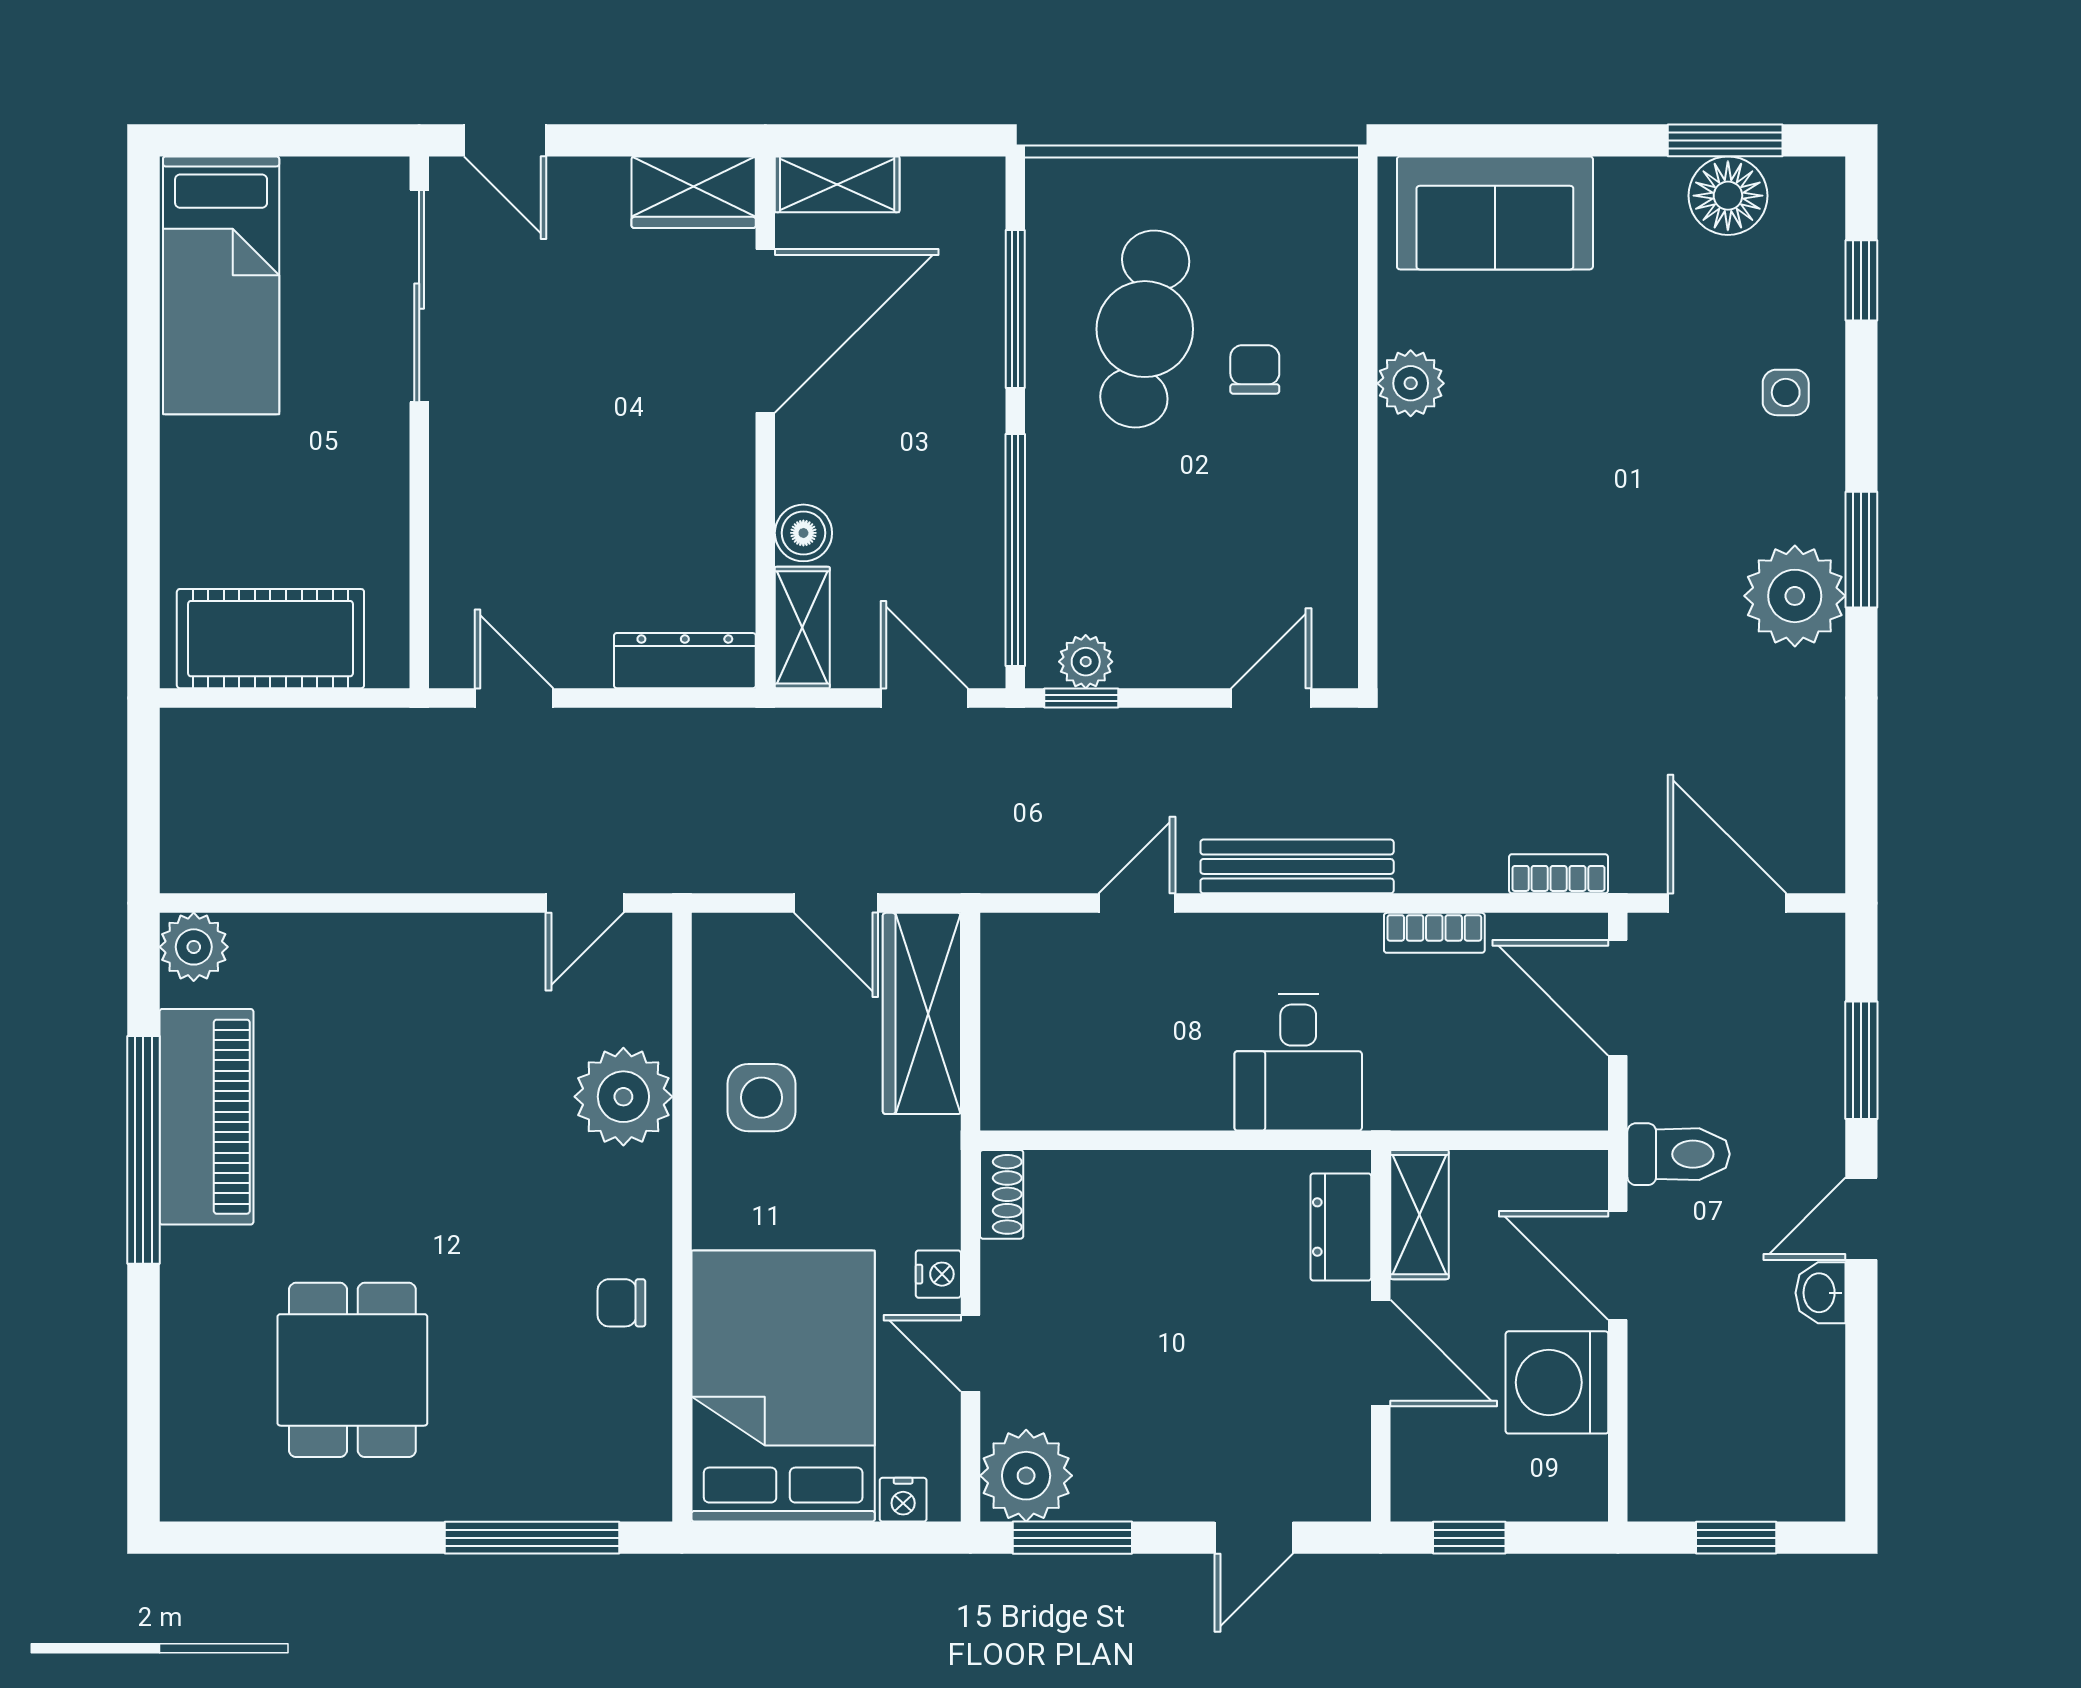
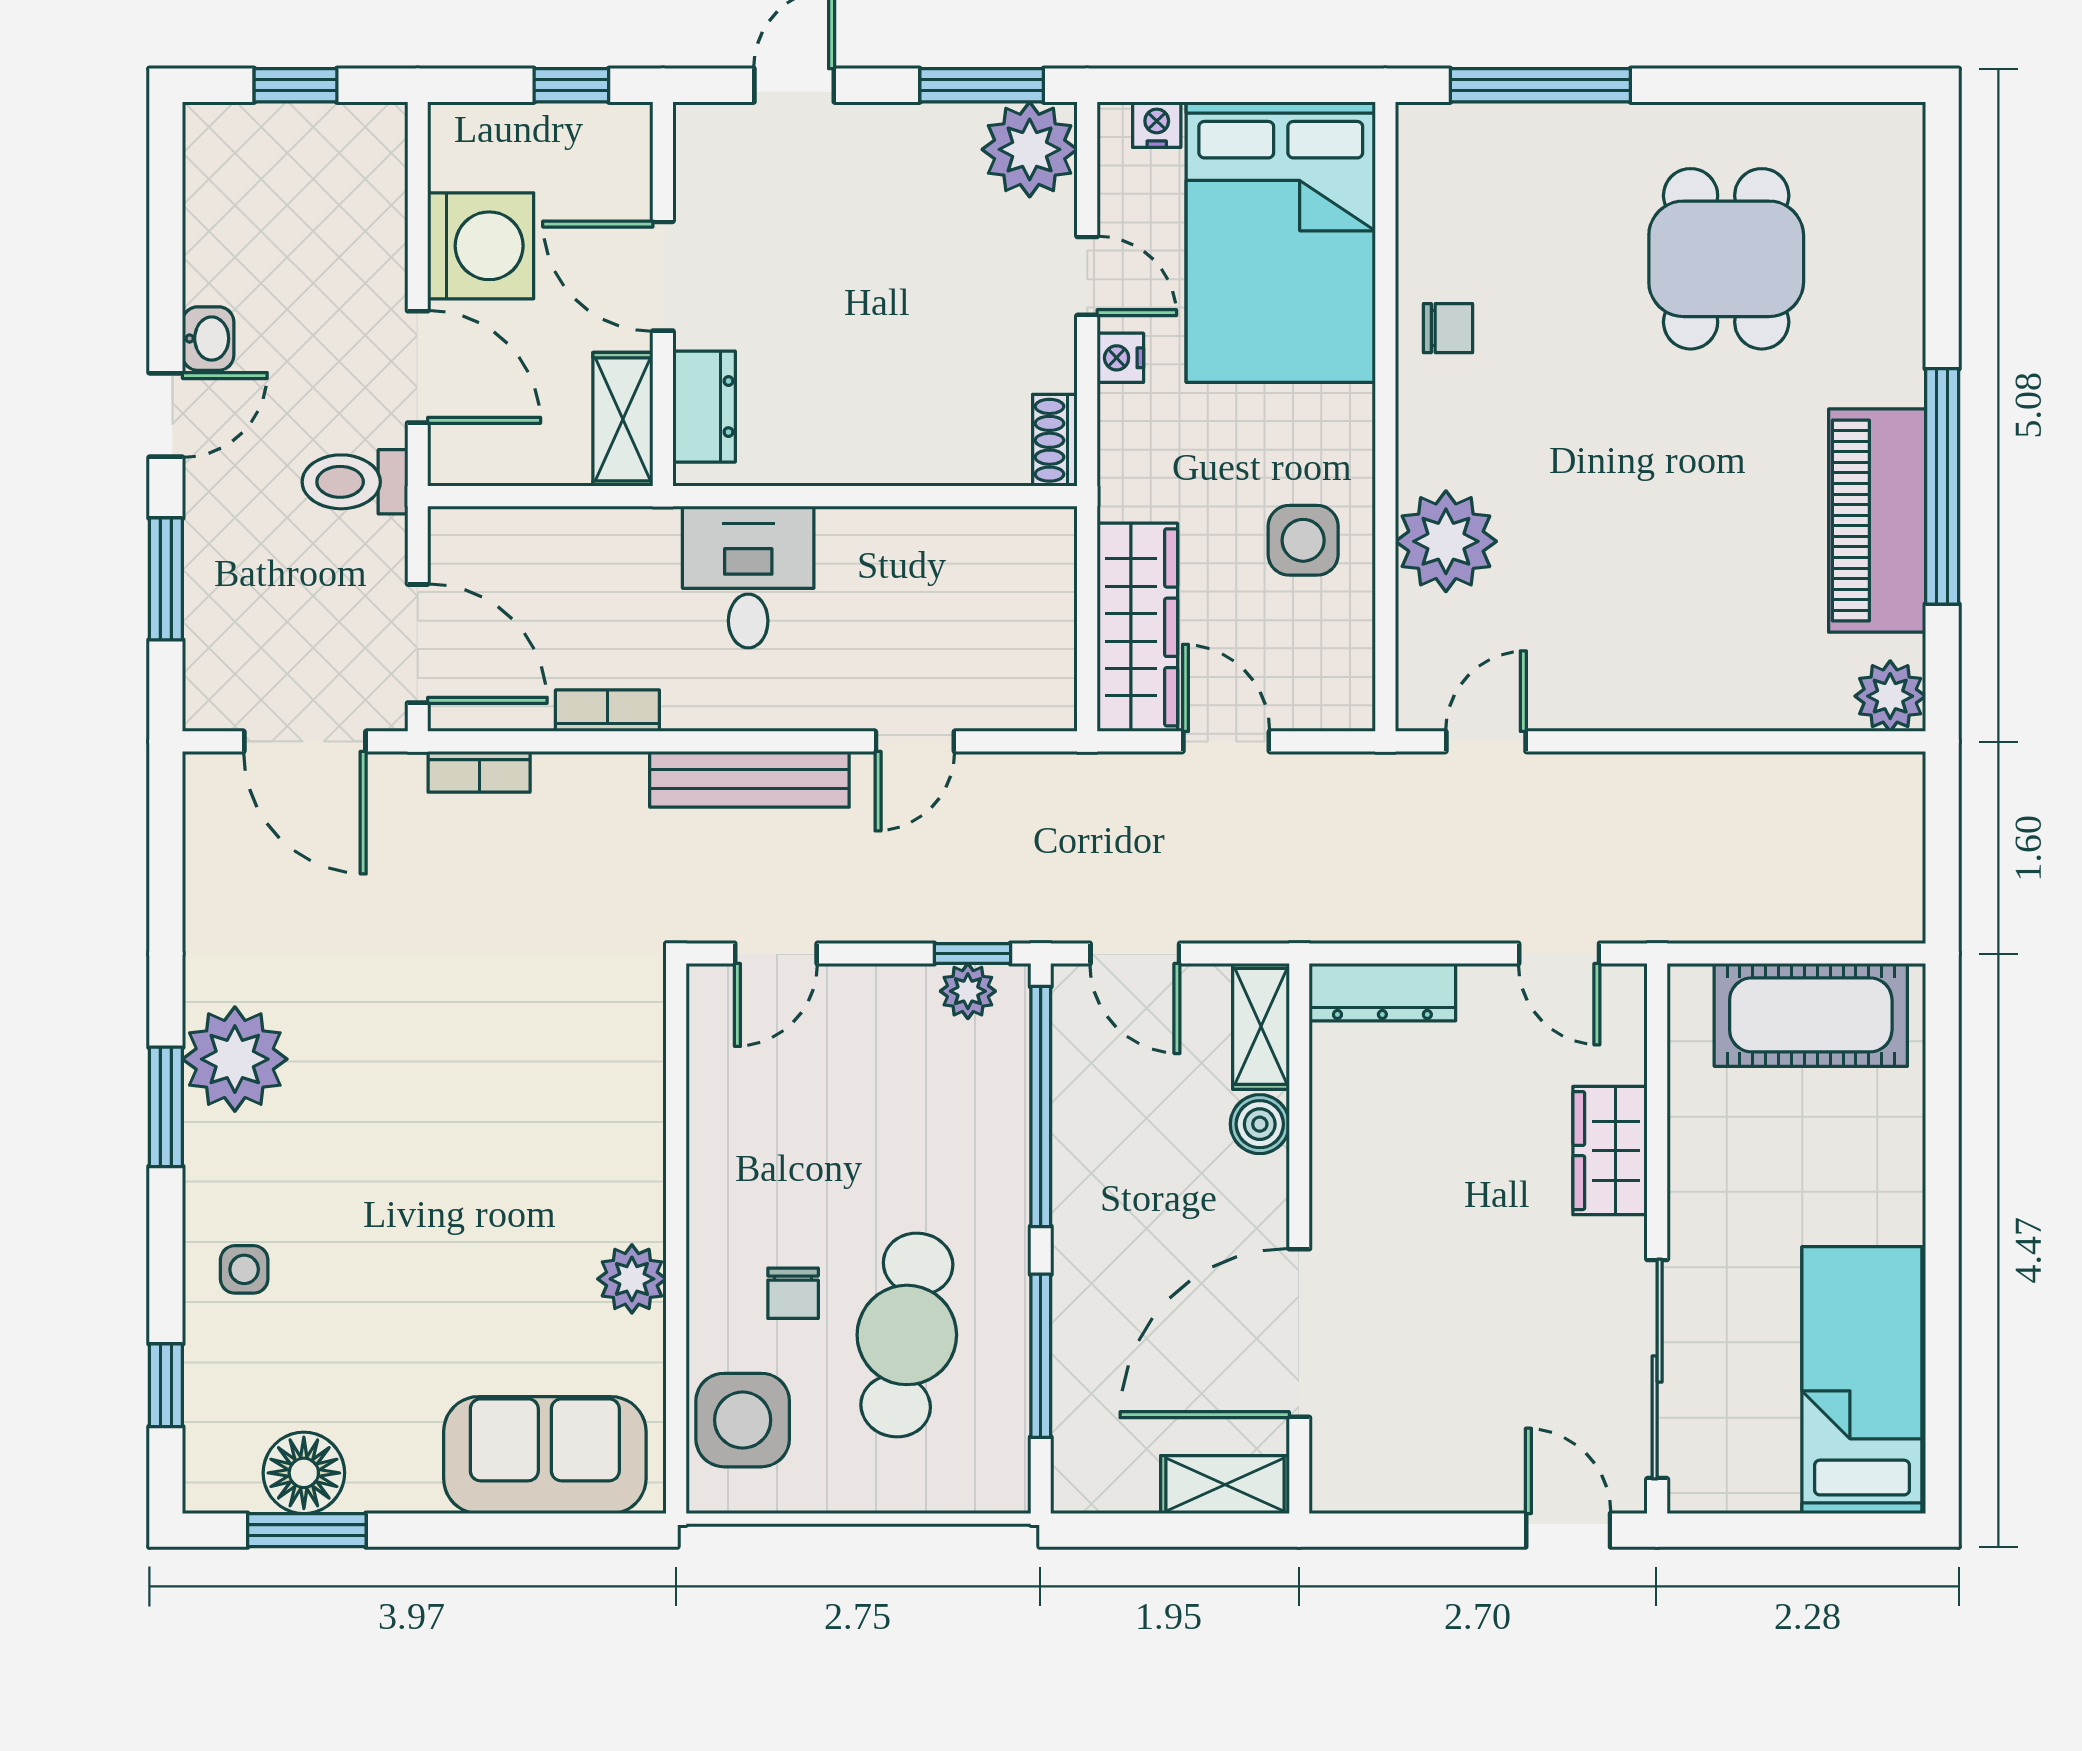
wardrobe: (694, 192) -> (1610, 1151), moved, turned -90
side table: (1304, 247) -> (743, 1420), added

